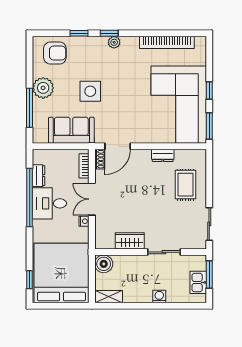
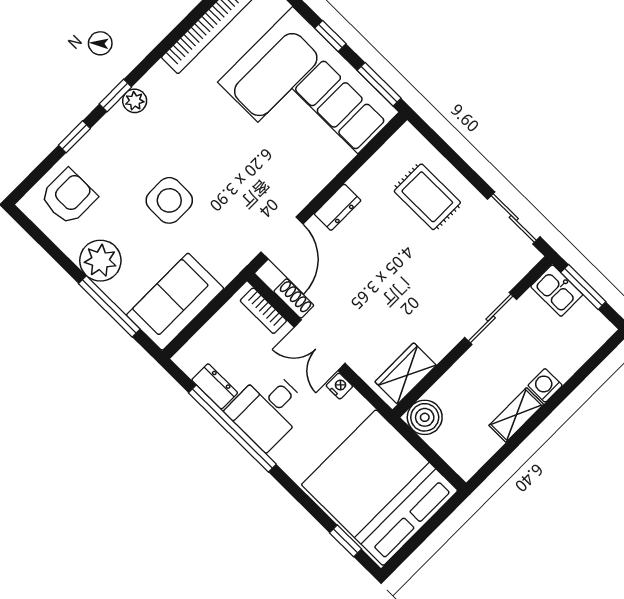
sofa: (71, 130) -> (175, 302), moved
dresser: (163, 155) -> (338, 207), moved
shoe rack: (100, 159) -> (294, 298), moved
wardrobe: (130, 241) -> (406, 373), moved
kitchen sink: (198, 282) -> (557, 291), moved
shelving: (109, 297) -> (516, 415), moved

